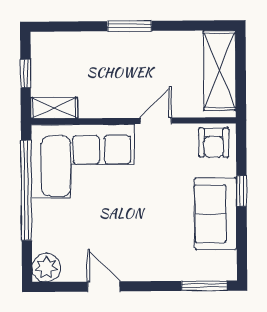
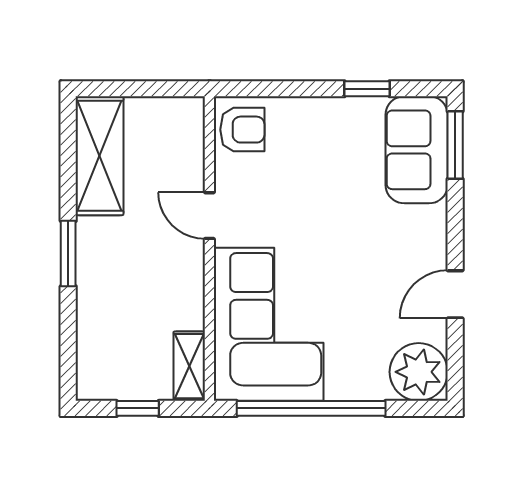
shelving: (220, 71) -> (99, 156), moved, turned 90
window: (241, 191) -> (367, 89), moved
sofa: (216, 214) -> (417, 150), moved, turned 90
plant: (46, 268) -> (419, 372), width x1.36, depth x1.36

